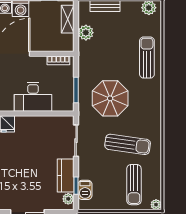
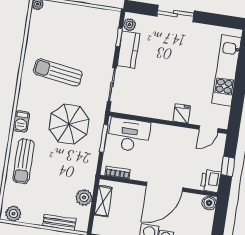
shelving: (68, 19) -> (103, 201), moved
desk: (33, 97) -> (129, 135), moved
sun lounger: (134, 185) -> (58, 29), removed
barbecue: (85, 190) -> (21, 121), moved, turned 180

